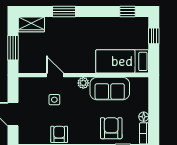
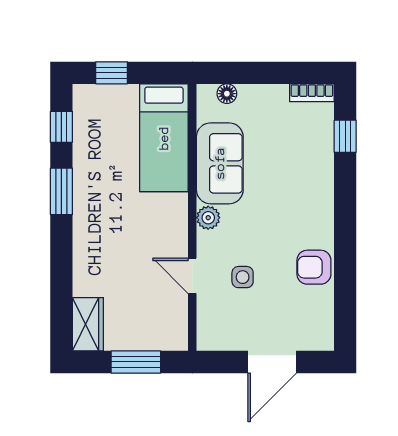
window: (64, 12) -> (61, 191), moved
door: (55, 75) -> (192, 276), hinge flipped
floor lamp: (144, 117) -> (227, 94), moved
armchair: (111, 128) -> (301, 160), removed

